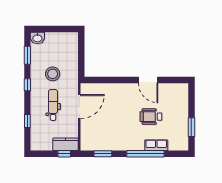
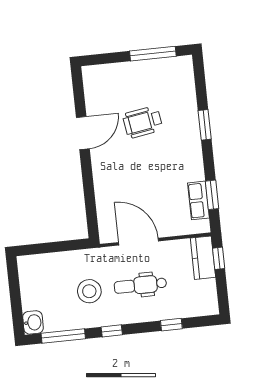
window: (27, 55) -> (63, 336), width x1.44
wheelchair: (151, 117) -> (143, 122), turned 81
window: (191, 127) -> (153, 54), width x1.44
row of seats: (156, 145) -> (198, 200), moved
window: (145, 154) -> (205, 125), width x0.47

